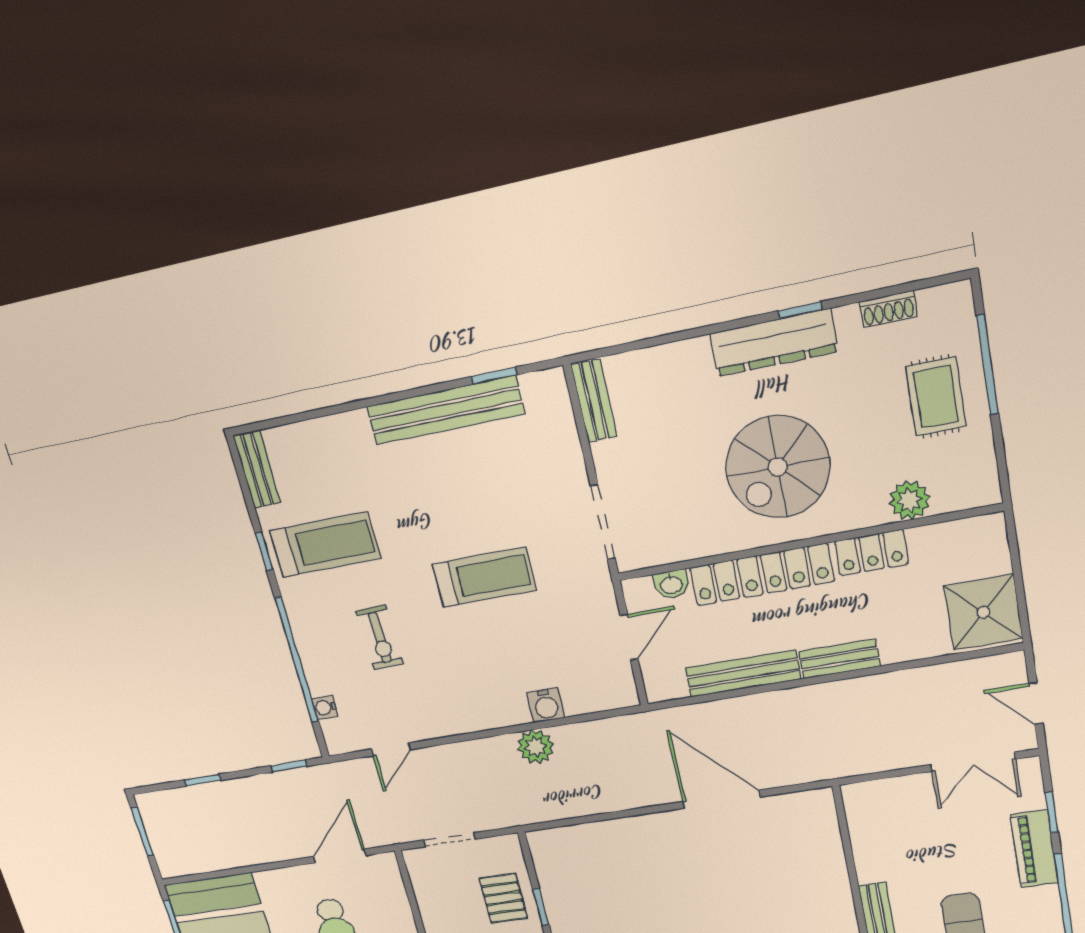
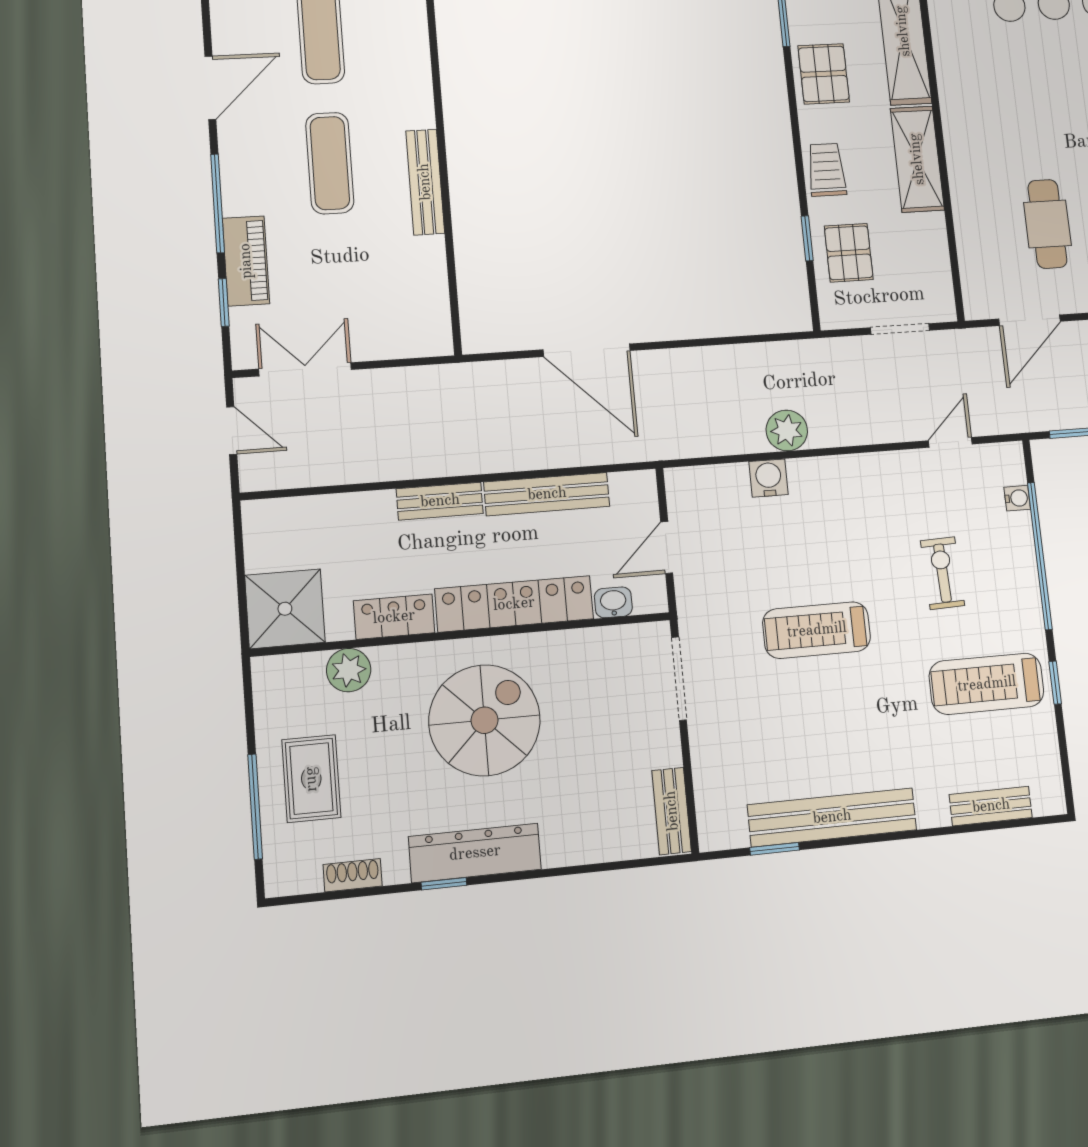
bench: (257, 469) -> (991, 806), moved, turned 90
shower: (983, 612) -> (285, 609), moved

